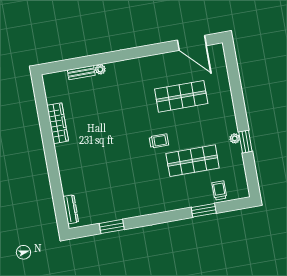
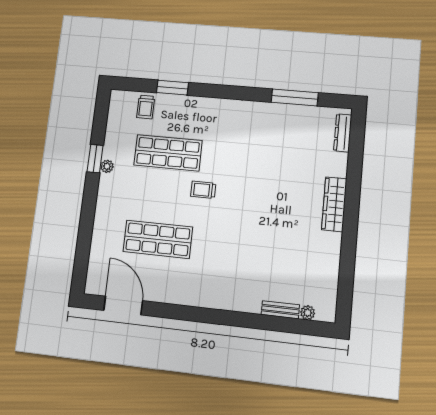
plant: (100, 69) -> (308, 313), moved
wardrobe: (58, 123) -> (334, 204), moved
window: (112, 226) -> (295, 97), width x1.44

